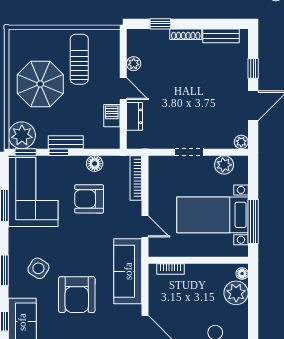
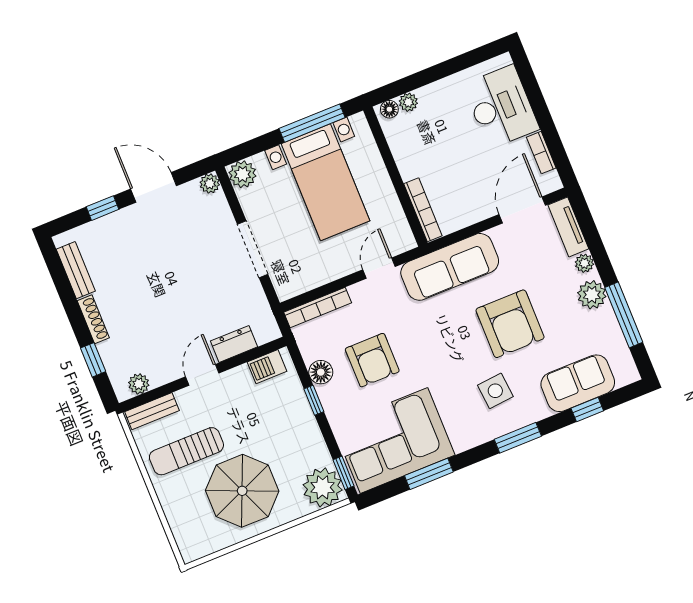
plant: (134, 64) -> (139, 384), moved
barbecue: (112, 116) -> (267, 367), moved
bench: (66, 142) -> (152, 411), moved, turned 90
window: (59, 152) -> (314, 400), moved
doorway: (189, 152) -> (253, 249), width x1.38
plant: (224, 165) -> (243, 174), moved
side table: (38, 268) -> (495, 391), turned -37
bookcase: (170, 269) -> (423, 210), width x1.56
plant: (236, 293) -> (408, 102), width x0.53, depth x0.53
armchair: (77, 295) -> (510, 324), turned 90

